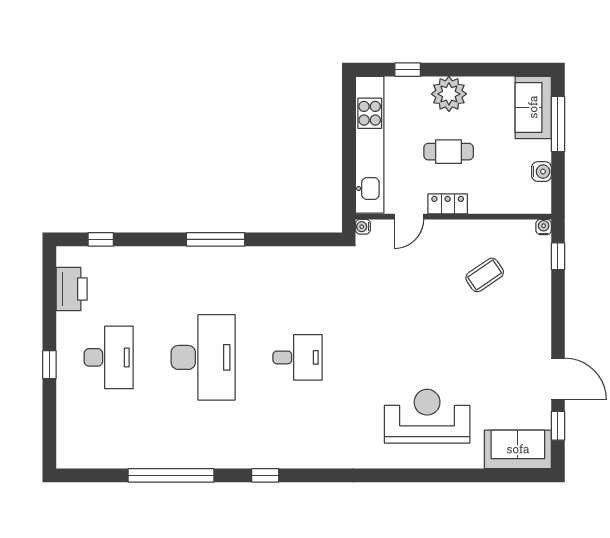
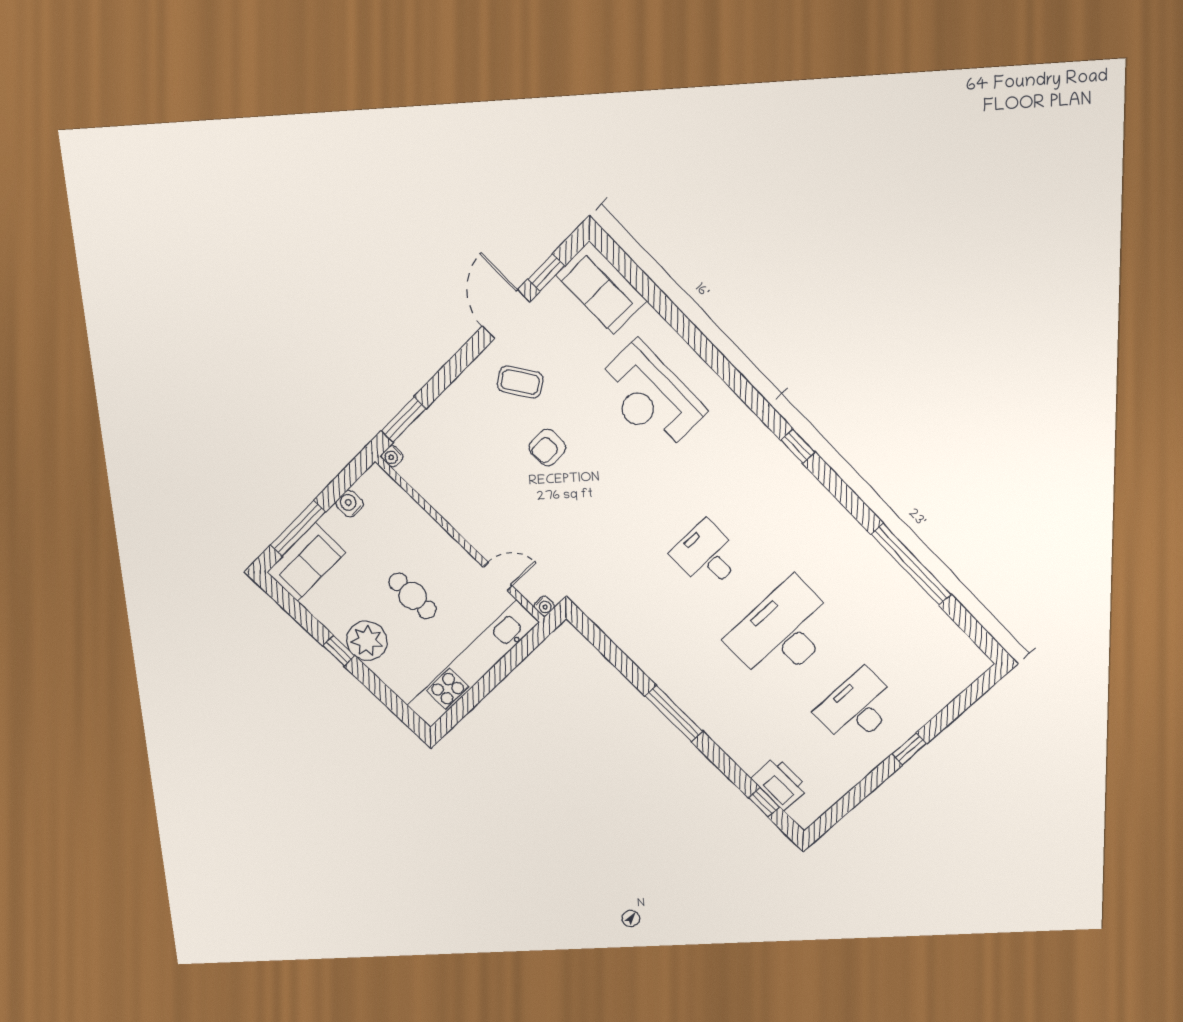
window: (408, 70) -> (339, 651), moved
locker: (448, 204) -> (455, 555), removed
window: (558, 256) -> (404, 420), width x1.50
coffee table: (485, 275) -> (520, 382), moved
printer: (72, 289) -> (780, 783), moved, turned 90
armchair: (457, 326) -> (548, 448), added
window: (265, 475) -> (798, 446), moved

